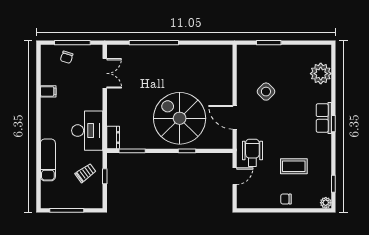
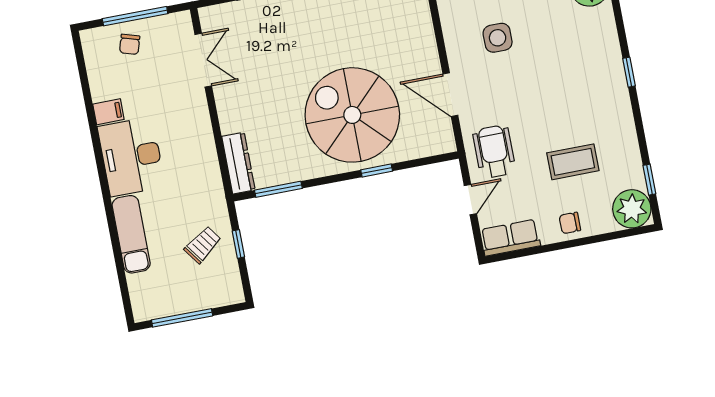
side table: (266, 92) -> (498, 38), turned 45
row of seats: (324, 118) -> (510, 238), moved, turned 90
desk: (87, 131) -> (131, 157), moved, turned 180
dresser: (113, 137) -> (238, 163), width x1.44
plant: (326, 203) -> (632, 209), width x1.88, depth x1.88

